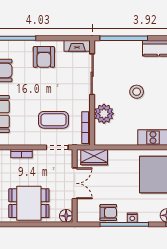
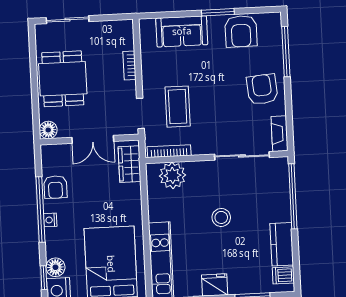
armchair: (44, 57) -> (262, 89), turned 85
plant: (104, 114) -> (172, 175), moved

